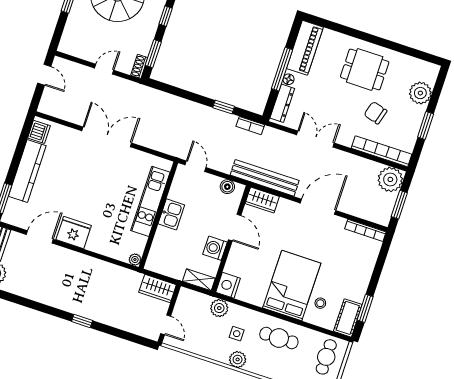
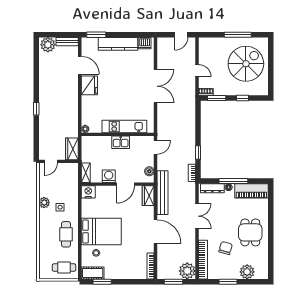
plant: (219, 308) -> (72, 191), removed
plant: (238, 359) -> (44, 203), moved

